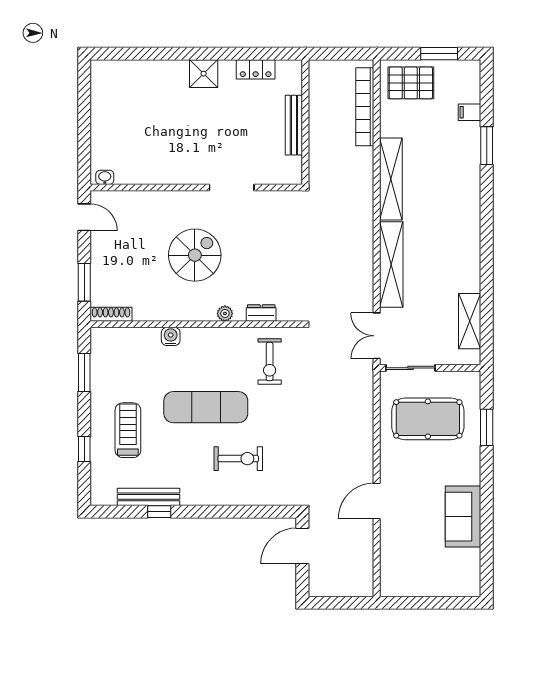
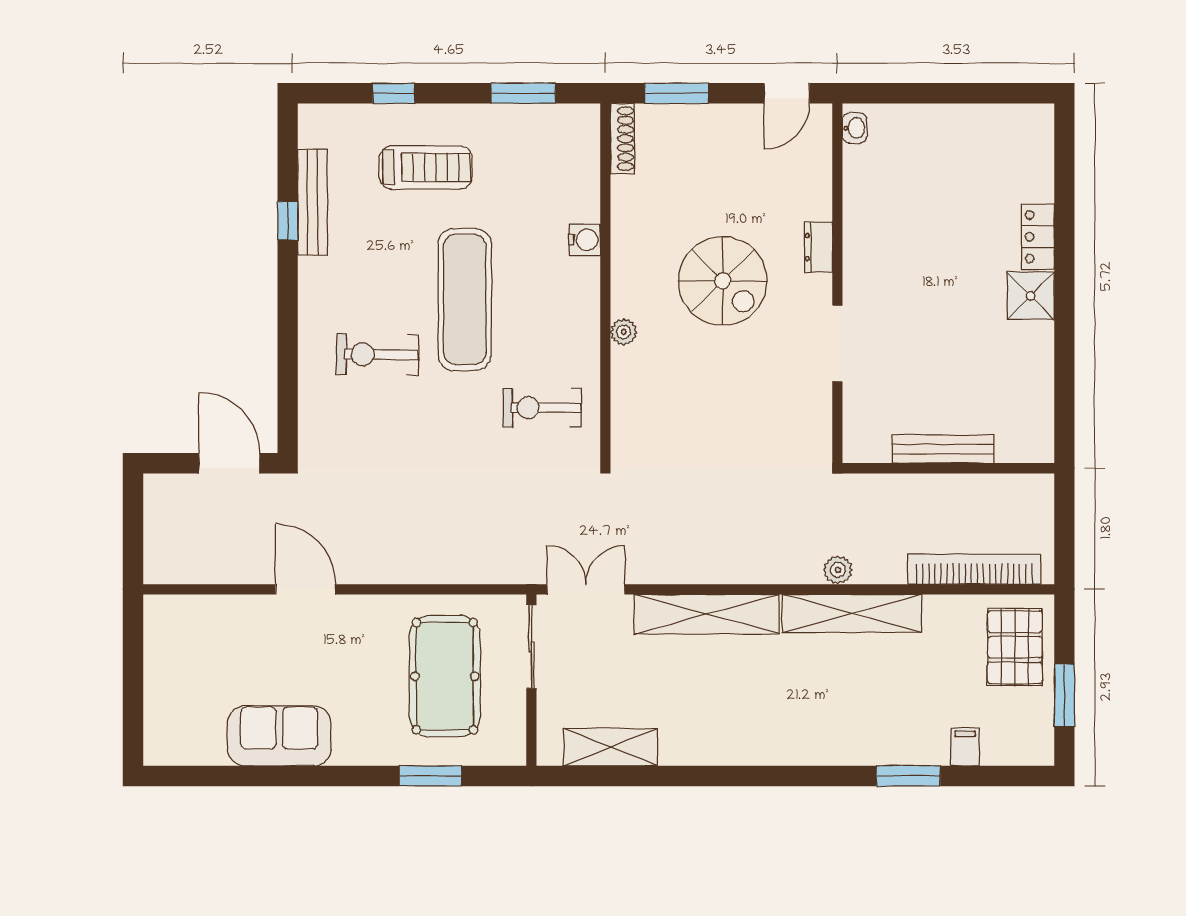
locker: (256, 69) -> (1038, 237), moved
plant: (365, 187) -> (838, 570), added
dresser: (261, 313) -> (818, 247), moved, turned 180
exercise bike: (238, 459) -> (378, 355), turned 91

